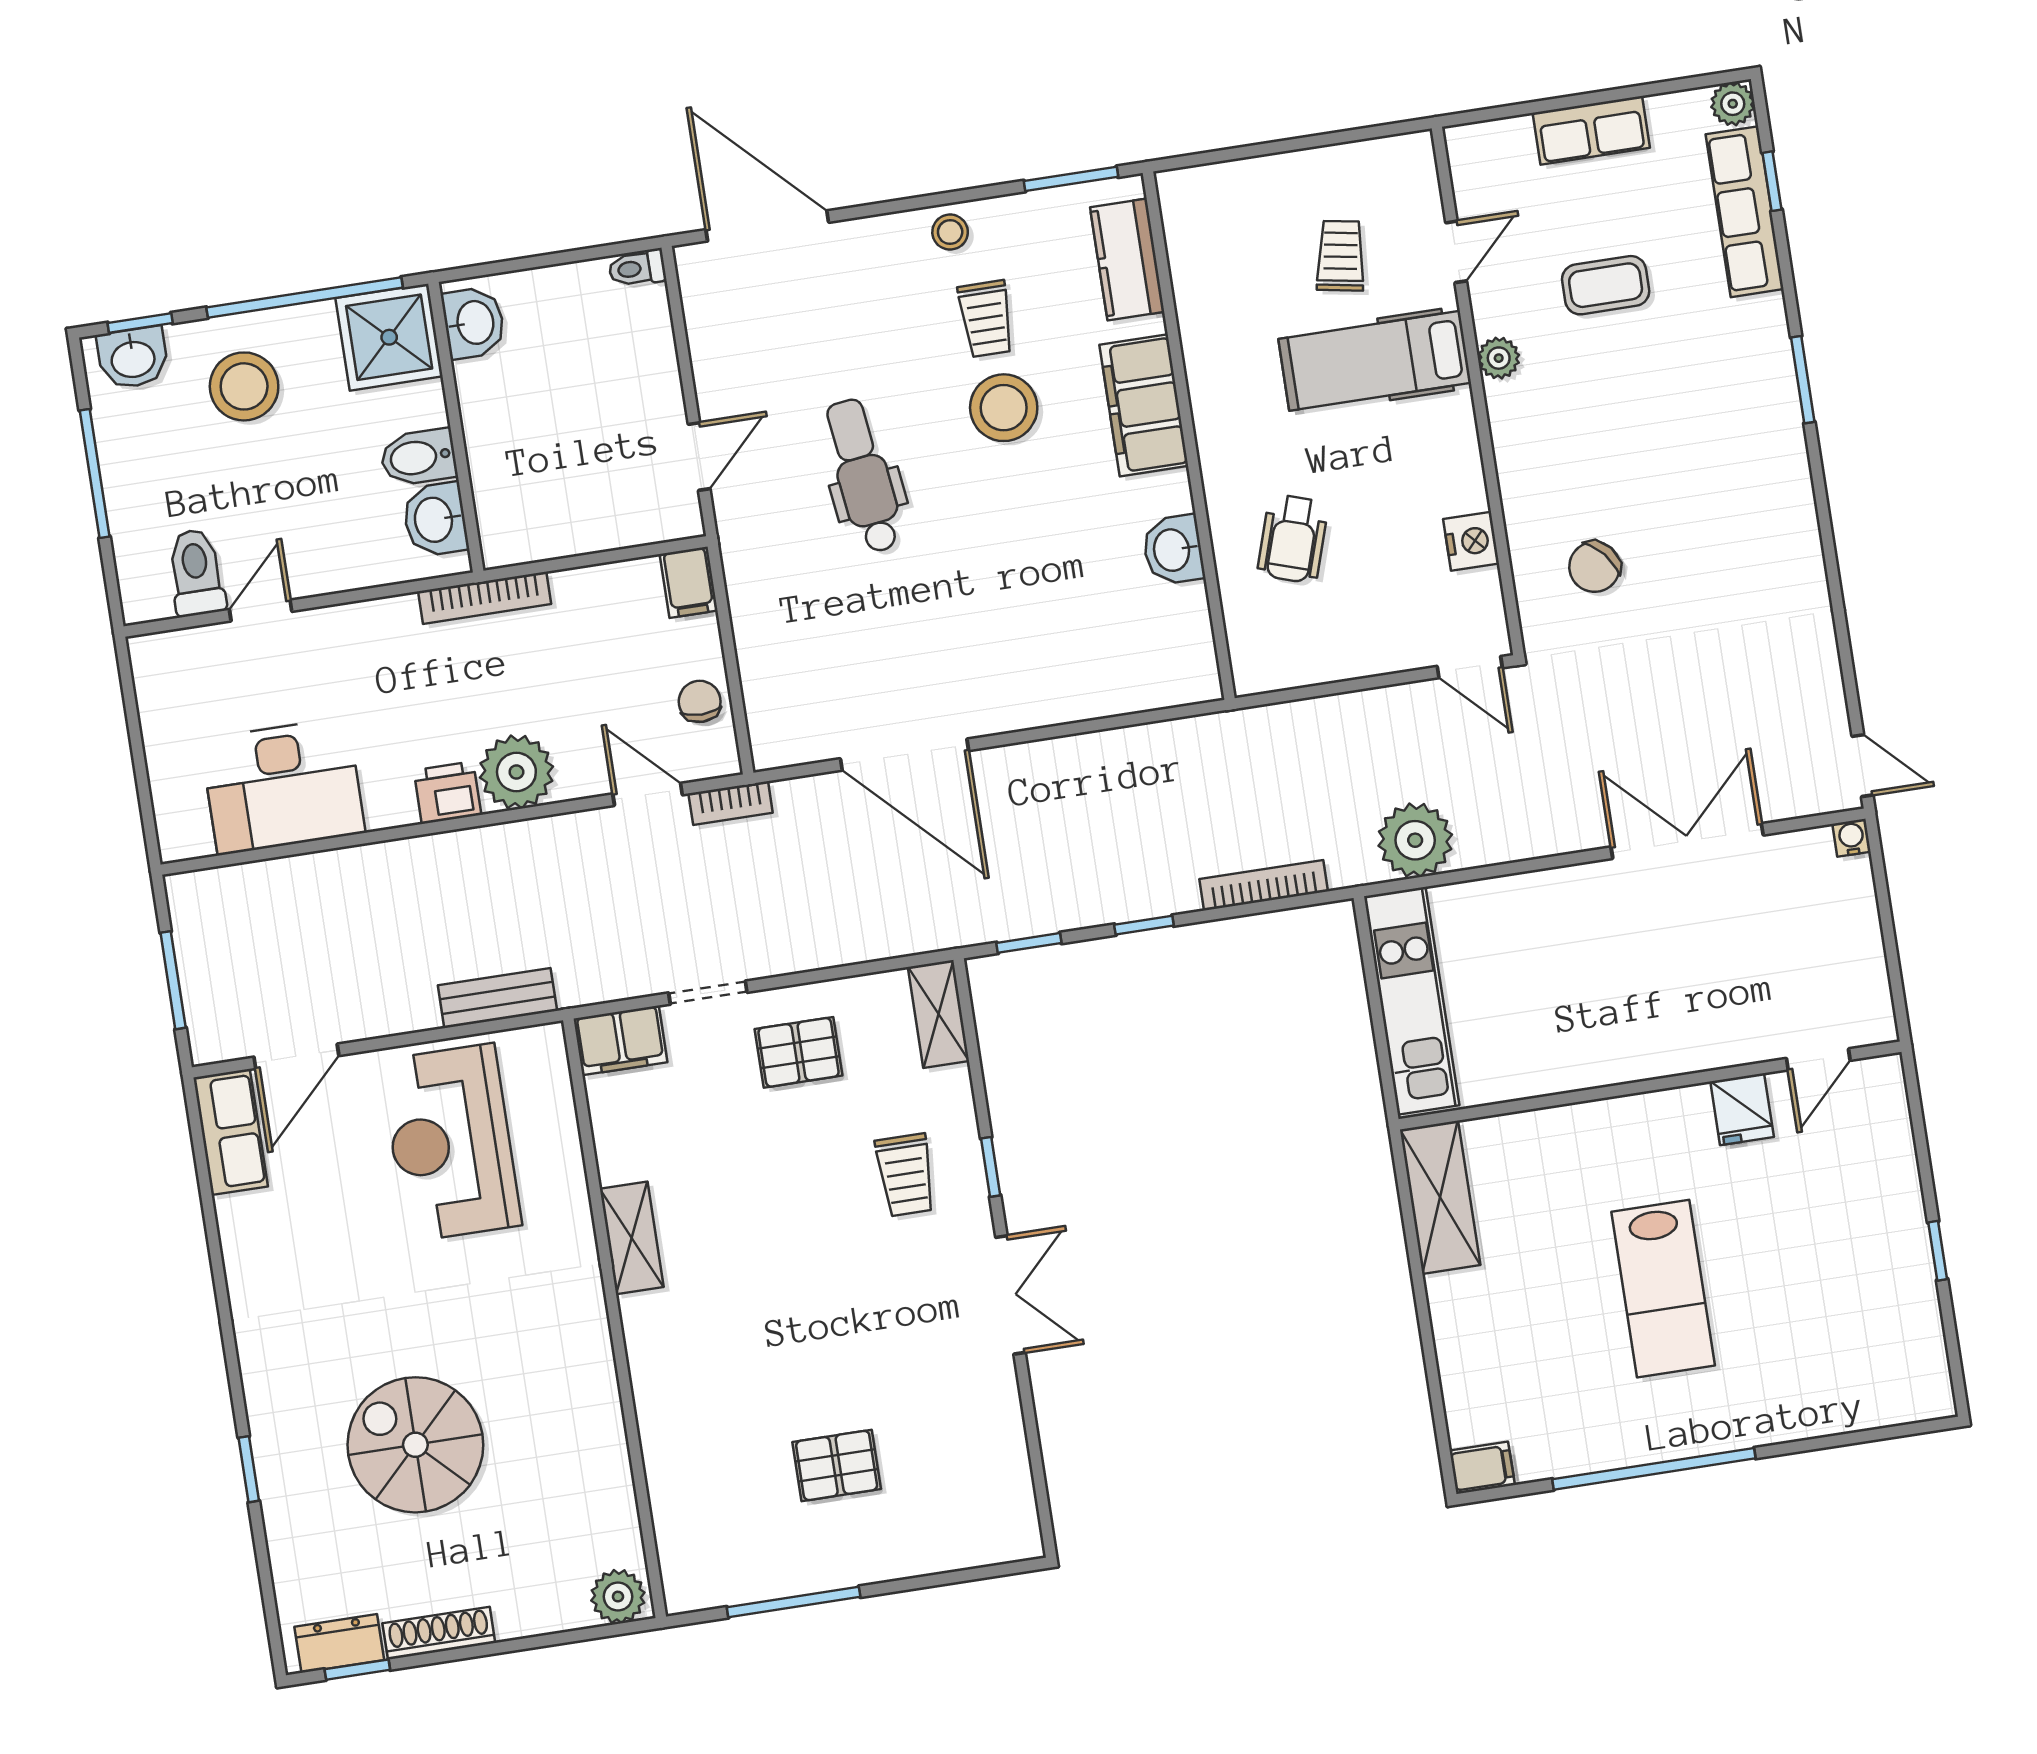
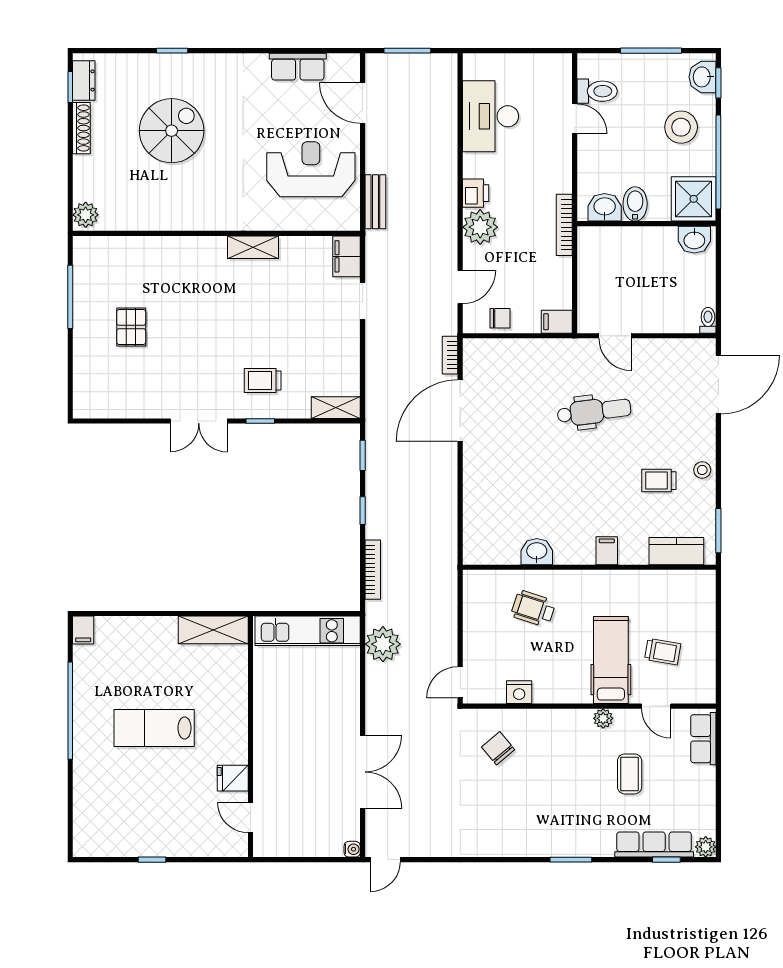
row of seats: (1591, 130) -> (703, 739), moved
filing cabinet: (1144, 405) -> (607, 551), width x0.33, depth x0.86
stool: (1004, 408) -> (616, 482), removed
bookcase: (731, 803) -> (450, 355), moved
pallet: (798, 1052) -> (328, 339), removed
row of seats: (231, 1132) -> (298, 67), moved

